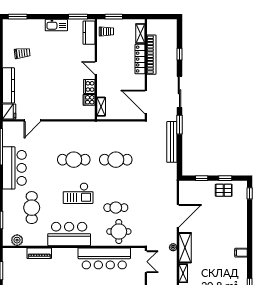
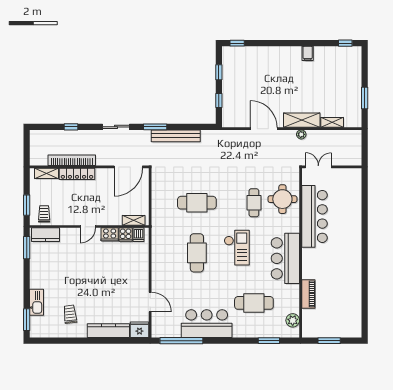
kitchen sink: (56, 25) -> (37, 302), moved
sliding door: (179, 92) -> (116, 127), width x0.73
dishwasher: (89, 111) -> (138, 235), added
cafe table: (116, 160) -> (197, 203), turned 90
pallet: (224, 190) -> (233, 74), removed

